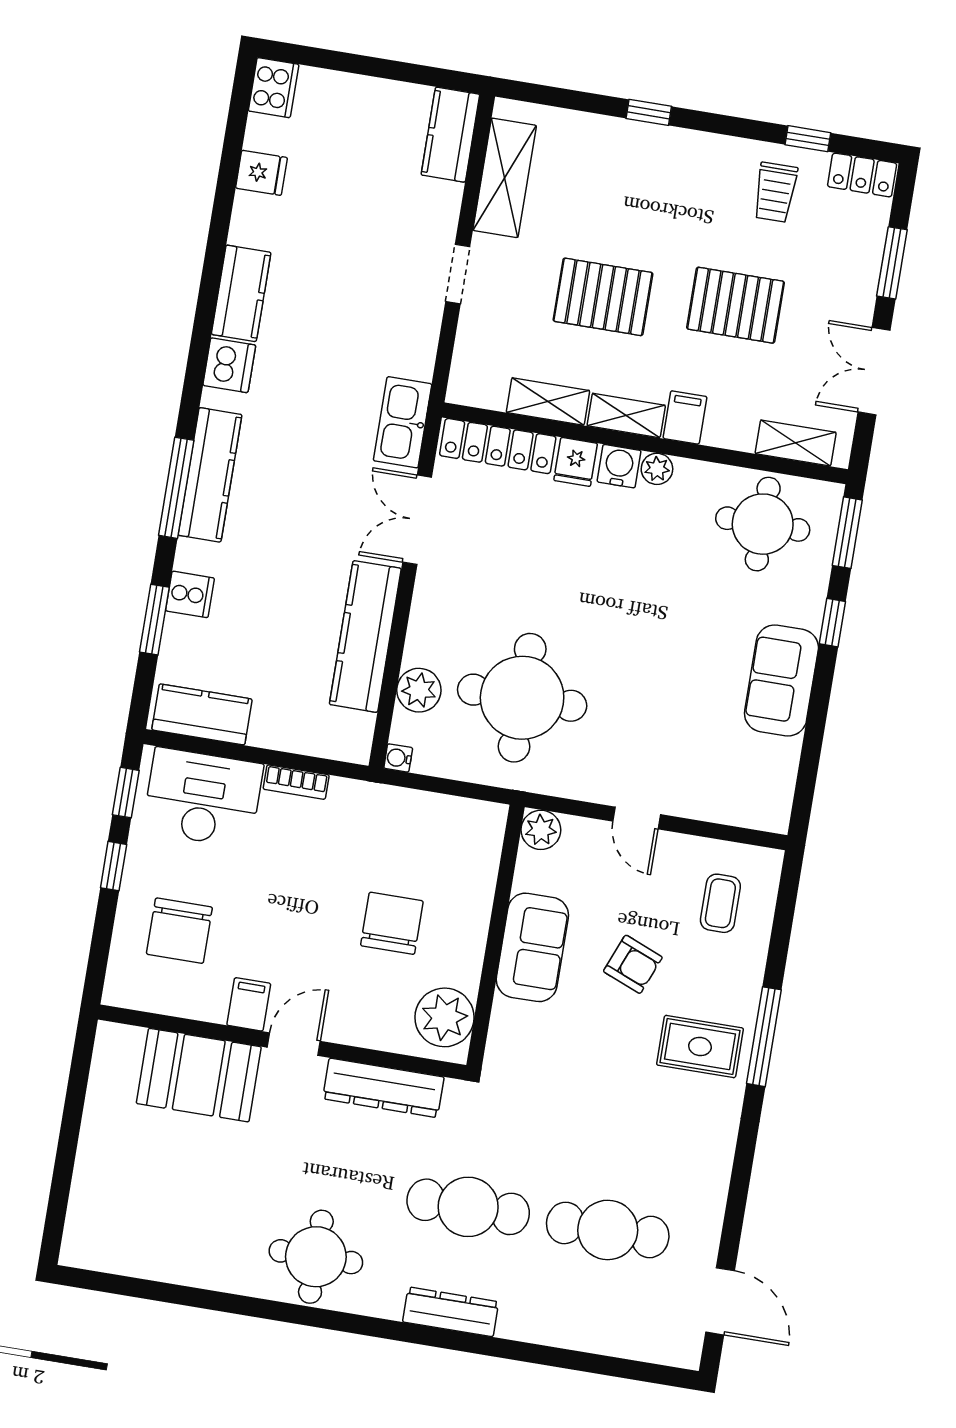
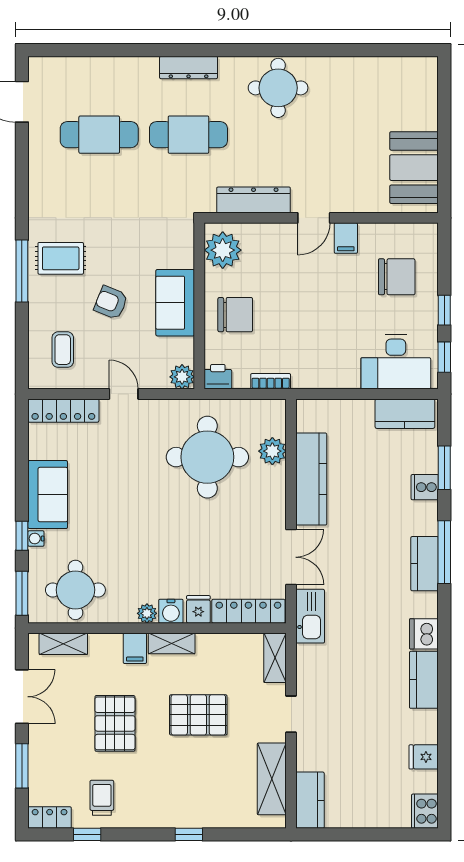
pallet: (736, 305) -> (115, 723), turned 90
shelving: (548, 401) -> (275, 658), moved, turned 90
kitchen counter: (210, 475) -> (425, 564), width x0.67
water cooler: (398, 758) -> (36, 539), moved, turned 180
bookcase: (296, 782) -> (271, 381), moved
locker: (735, 808) -> (63, 411), added
printer: (485, 821) -> (218, 377), added
chair: (392, 923) -> (235, 315), moved, turned -90
chair: (179, 931) -> (397, 277), turned 90
booth: (199, 1075) -> (414, 168), moved, turned 90

